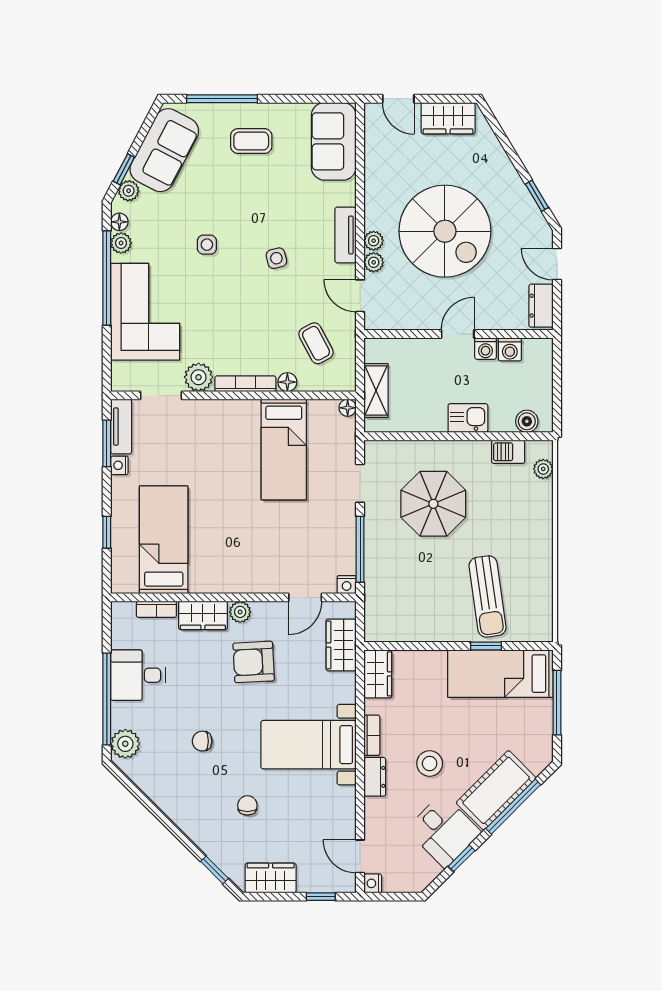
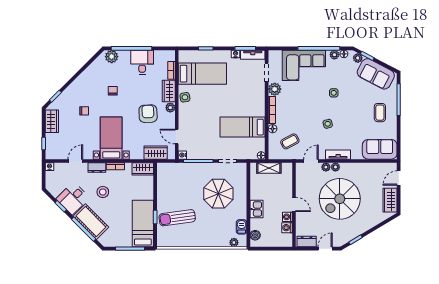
side table: (217, 579) -> (185, 97), added
door: (360, 856) -> (75, 161), moved

